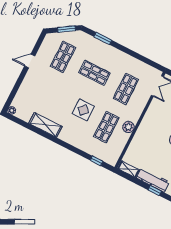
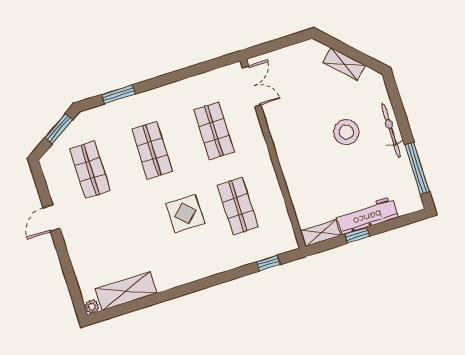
shop shelf: (94, 73) -> (152, 150), turned 90
shelving: (45, 125) -> (126, 291), moved
plant: (128, 127) -> (267, 177), removed
window: (155, 191) -> (357, 235), moved

